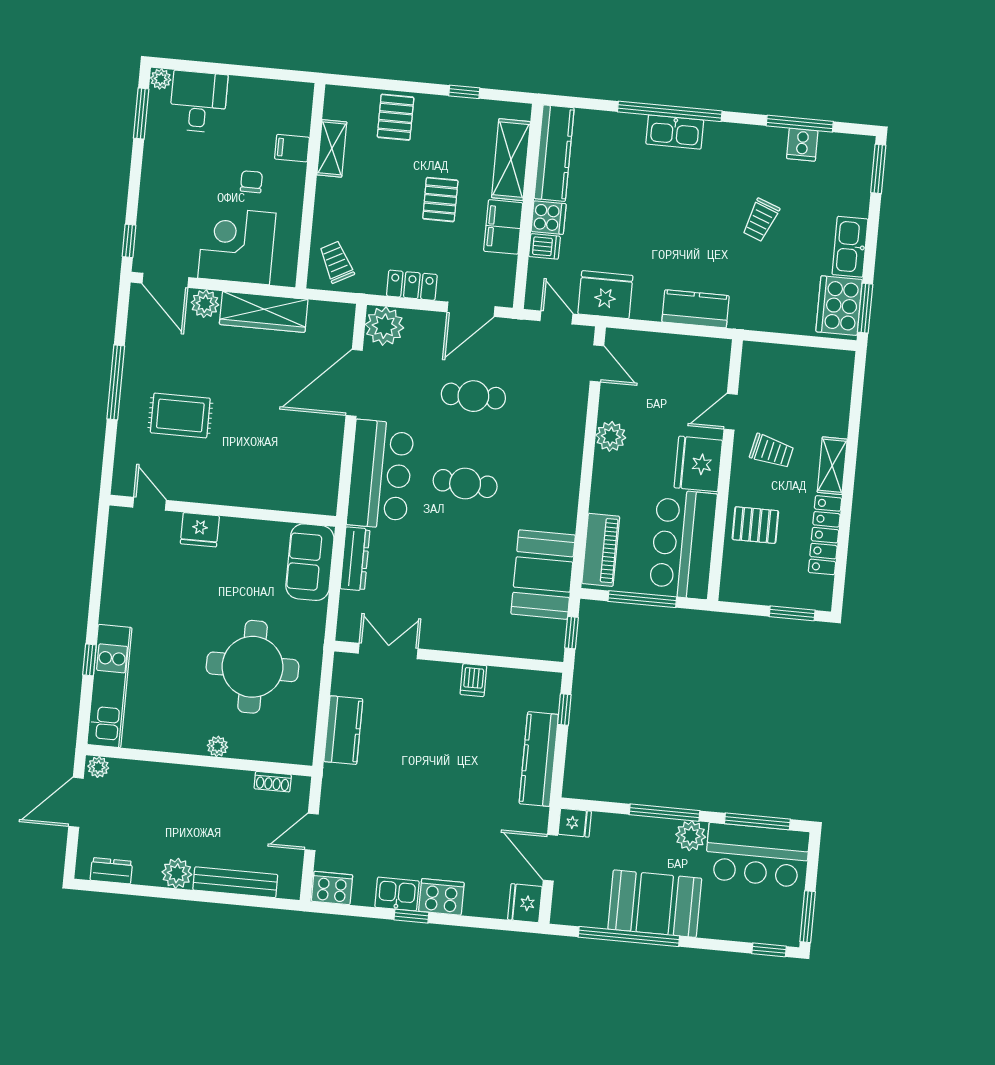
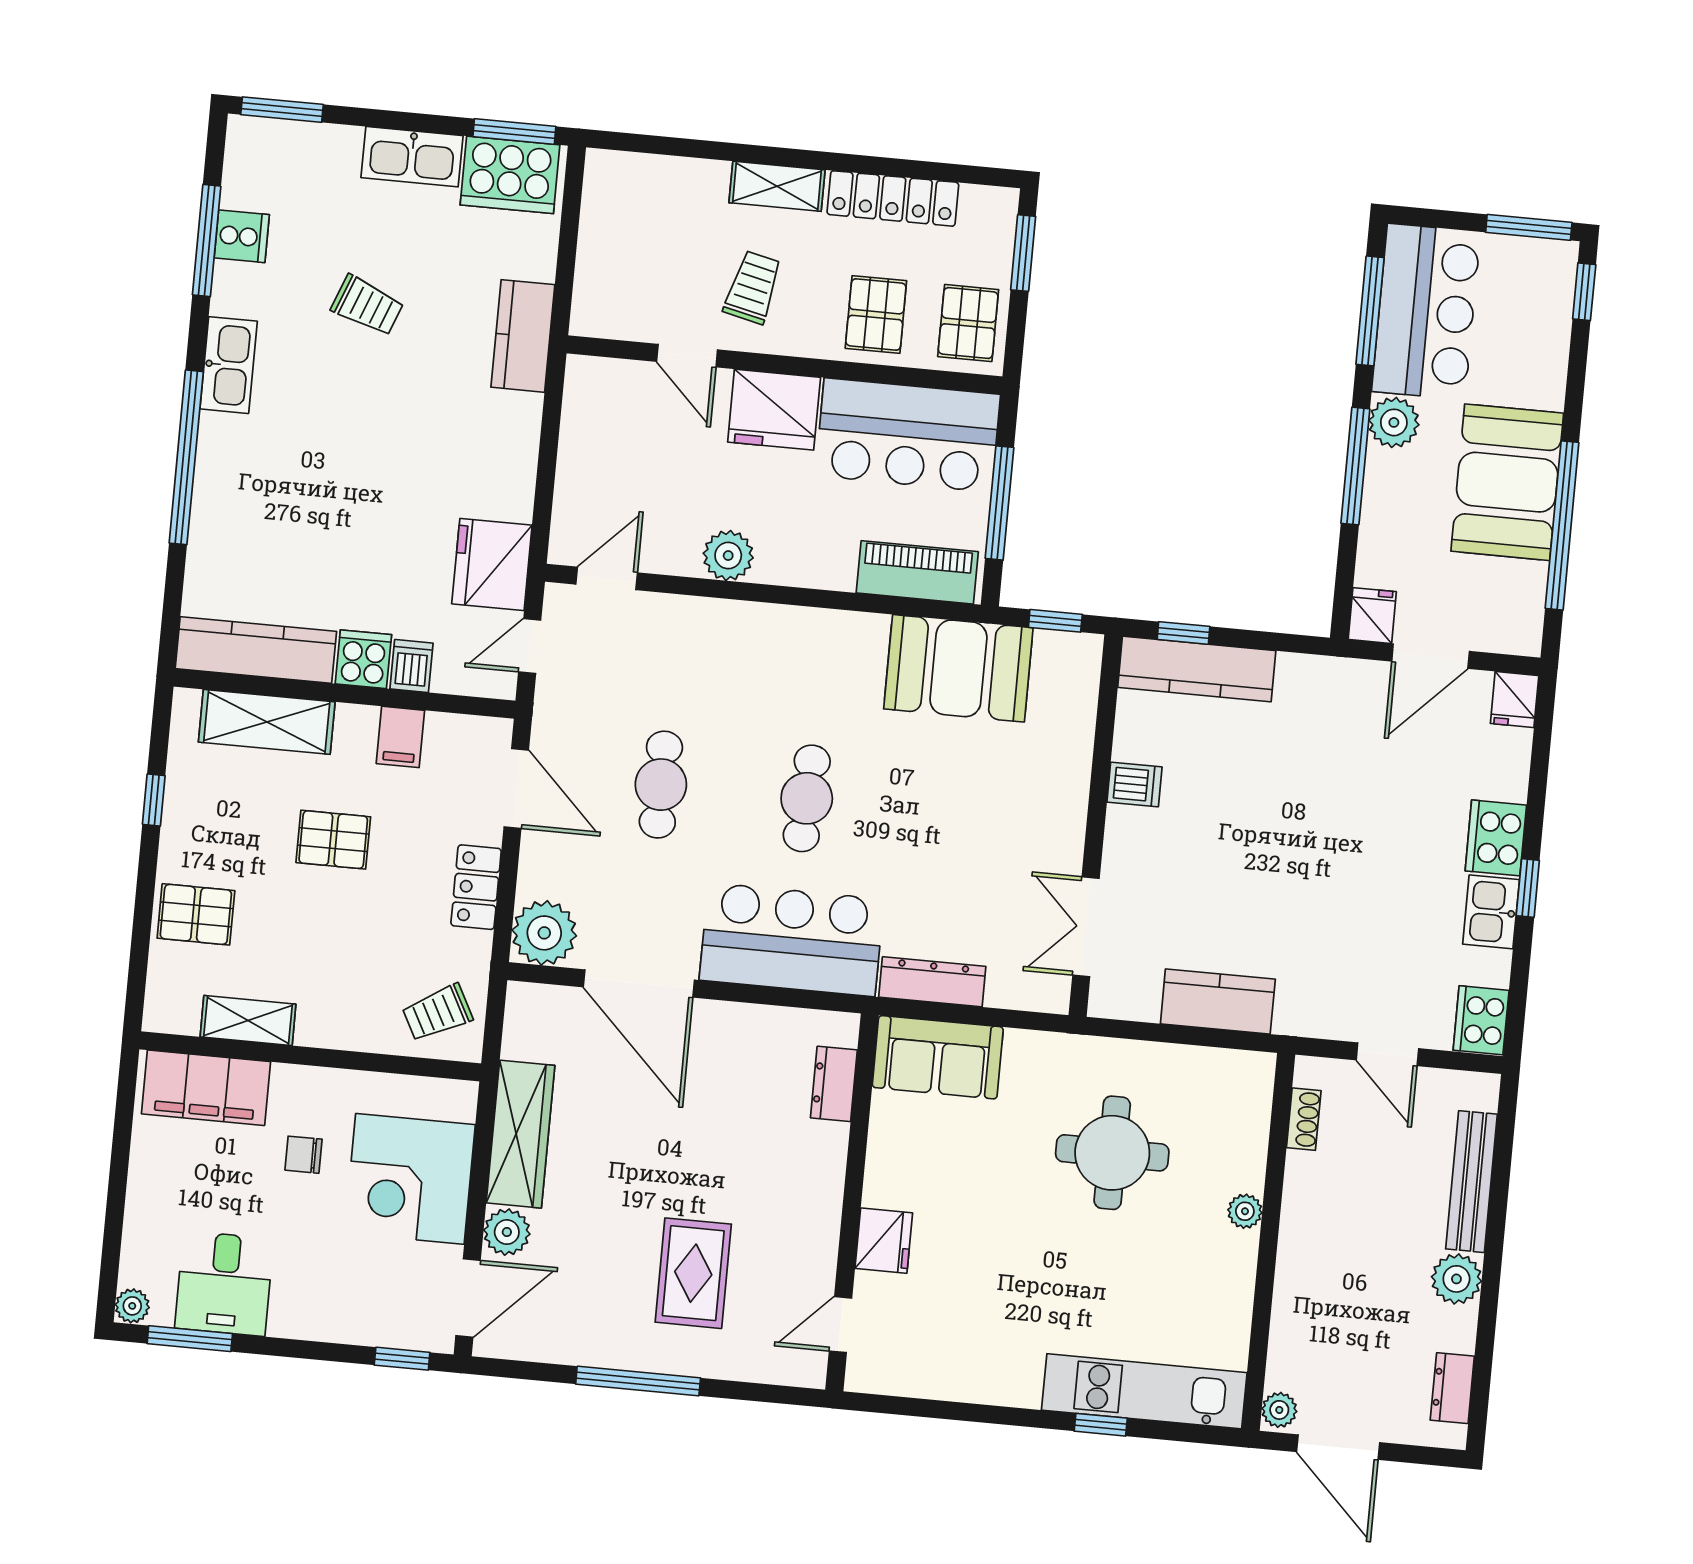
desk: (198, 102) -> (224, 1284), moved, turned -90
kitchen sink: (675, 132) -> (229, 365), moved
filing cabinet: (292, 148) -> (206, 1088), width x3.00, depth x1.17
filing cabinet: (503, 227) -> (400, 737), width x0.50
kitchen counter: (696, 309) -> (523, 336), moved
dresser: (294, 500) -> (834, 1084), added
pallet: (750, 580) -> (968, 323), added
round table: (253, 667) -> (1112, 1153), width x0.73, depth x0.73
kitchen counter: (539, 759) -> (1197, 669), moved
fridge: (525, 903) -> (1515, 700), width x0.72

